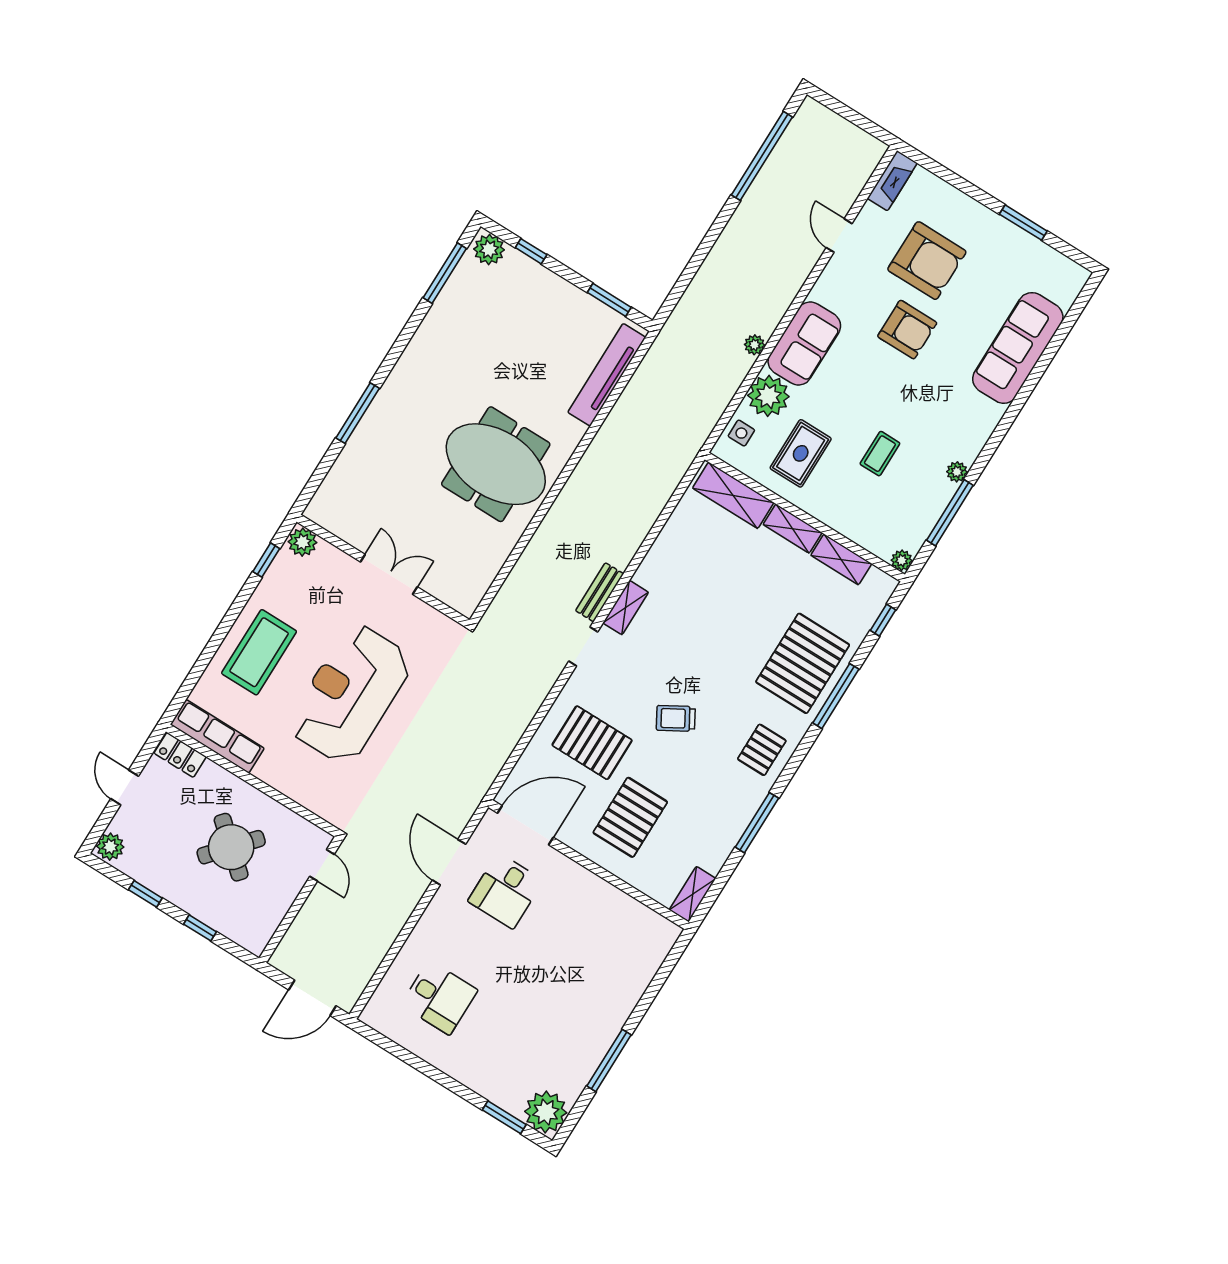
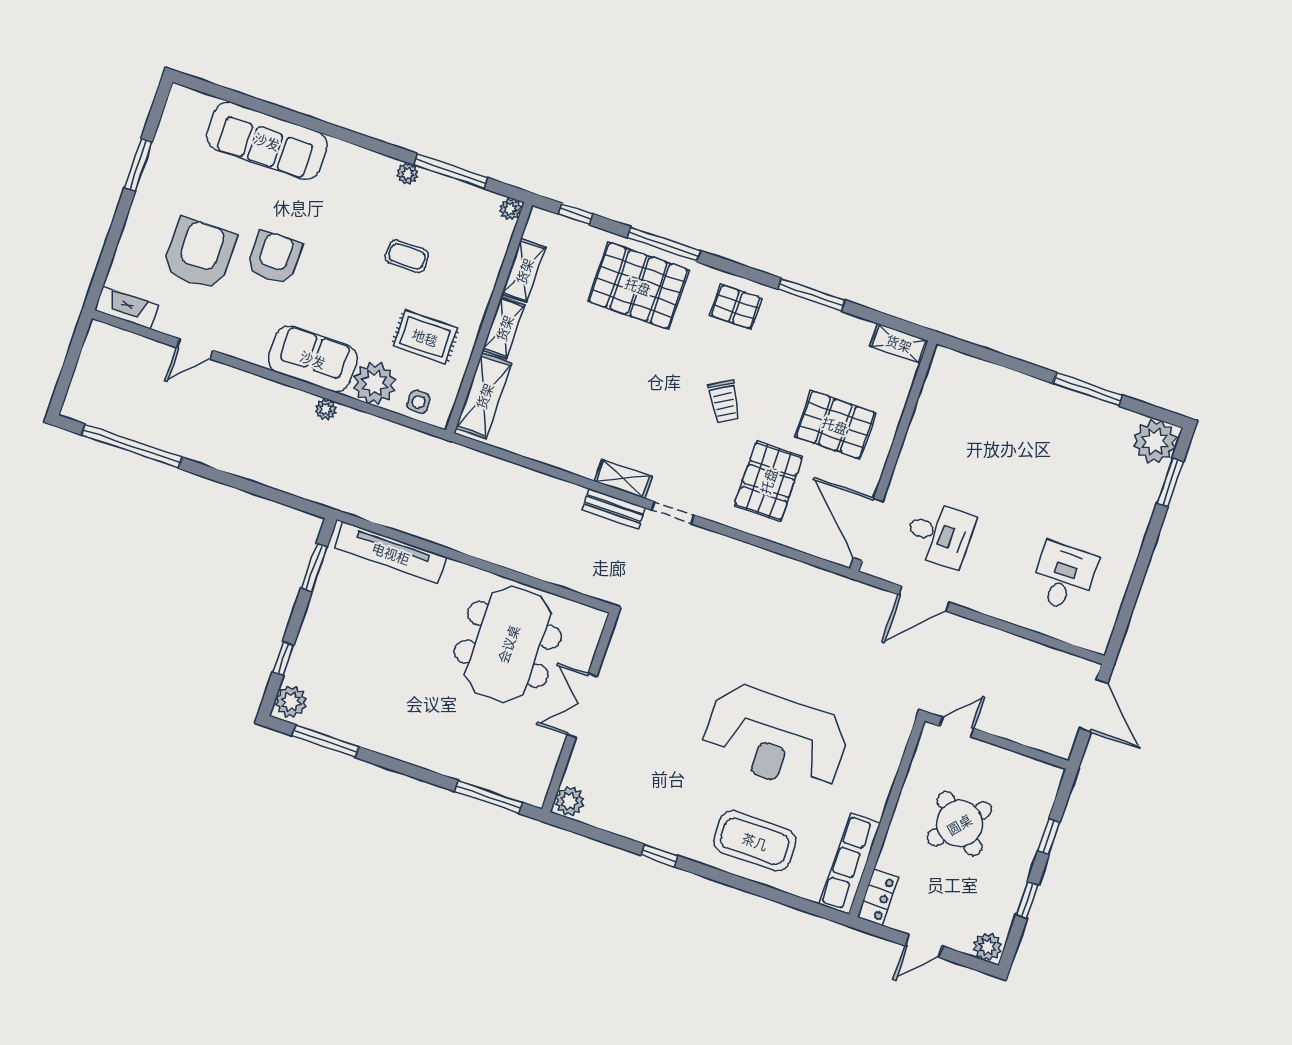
plant: (302, 542) -> (569, 801), moved
wall: (383, 571) -> (580, 712), moved
double door: (389, 574) -> (582, 706), moved

